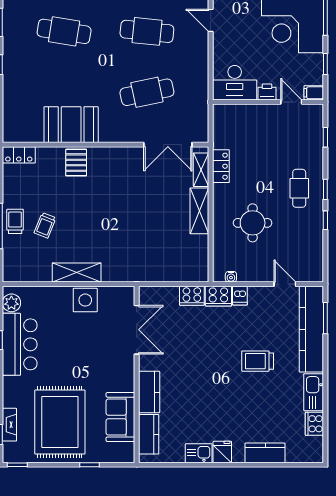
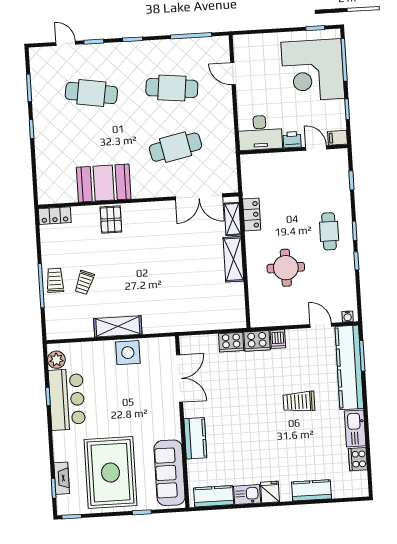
water cooler: (231, 277) -> (348, 316), moved
sofa: (120, 417) -> (170, 473), width x1.36
kitchen counter: (149, 434) -> (214, 496), moved, turned -90

